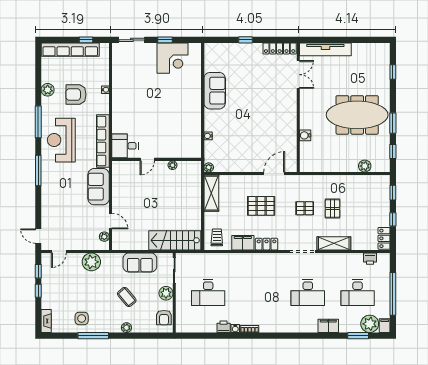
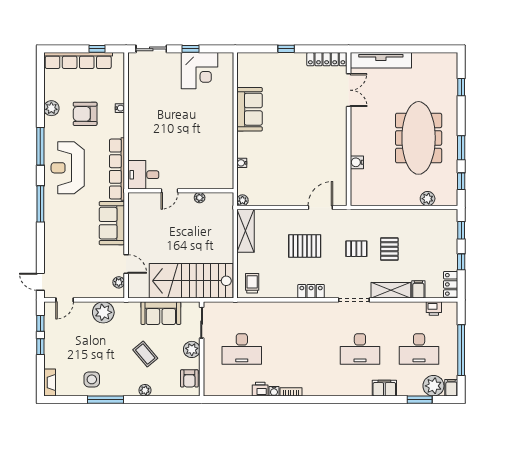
meeting table: (357, 115) -> (419, 138), turned 90
stairs: (175, 240) -> (191, 281), width x1.36, depth x1.51
filing cabinet: (243, 243) -> (418, 289), moved, width x0.50

